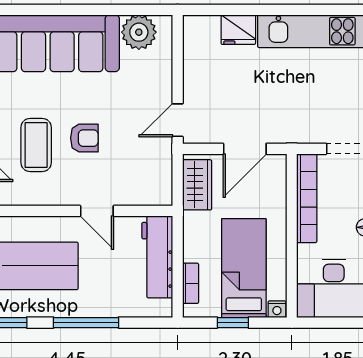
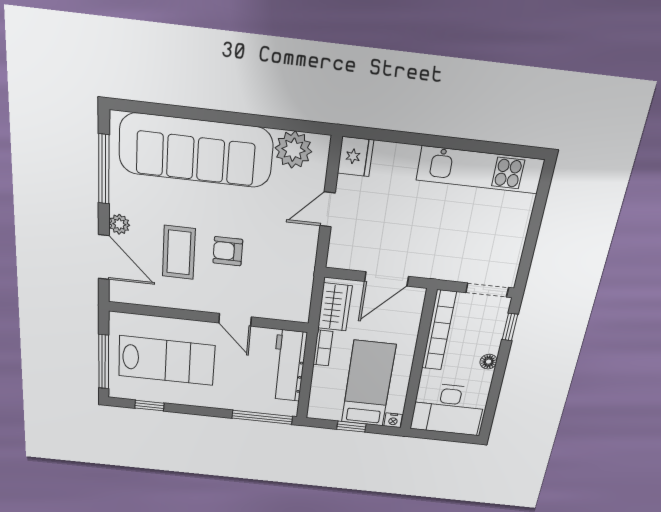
fridge: (238, 30) -> (356, 157), moved, turned -90
door: (178, 120) -> (328, 209), moved
armchair: (84, 138) -> (228, 251), turned 180
bookcase: (191, 283) -> (323, 348), moved
window: (86, 323) -> (262, 417), moved

